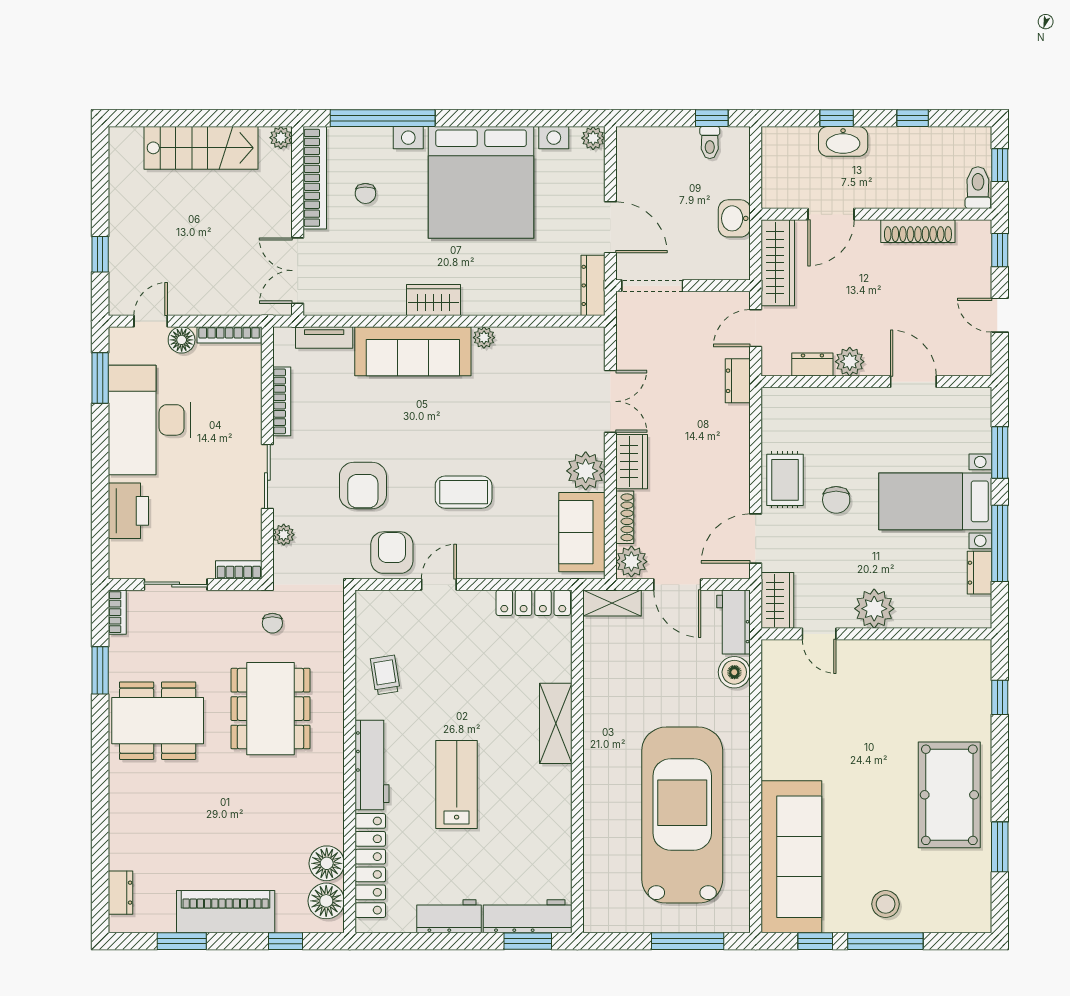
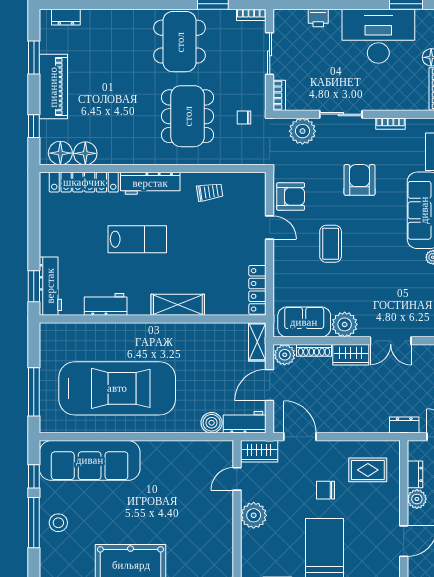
bookcase: (282, 401) -> (391, 124), width x0.64
rug: (785, 480) -> (368, 470), moved
armchair: (363, 486) -> (360, 180), moved, turned 90
printer: (128, 511) -> (318, 18), width x0.53, depth x0.68
plant: (284, 535) -> (302, 131), width x1.87, depth x1.87
dining table: (271, 709) -> (188, 116), turned 90
workbench: (449, 916) -> (106, 304), moved, turned -90

